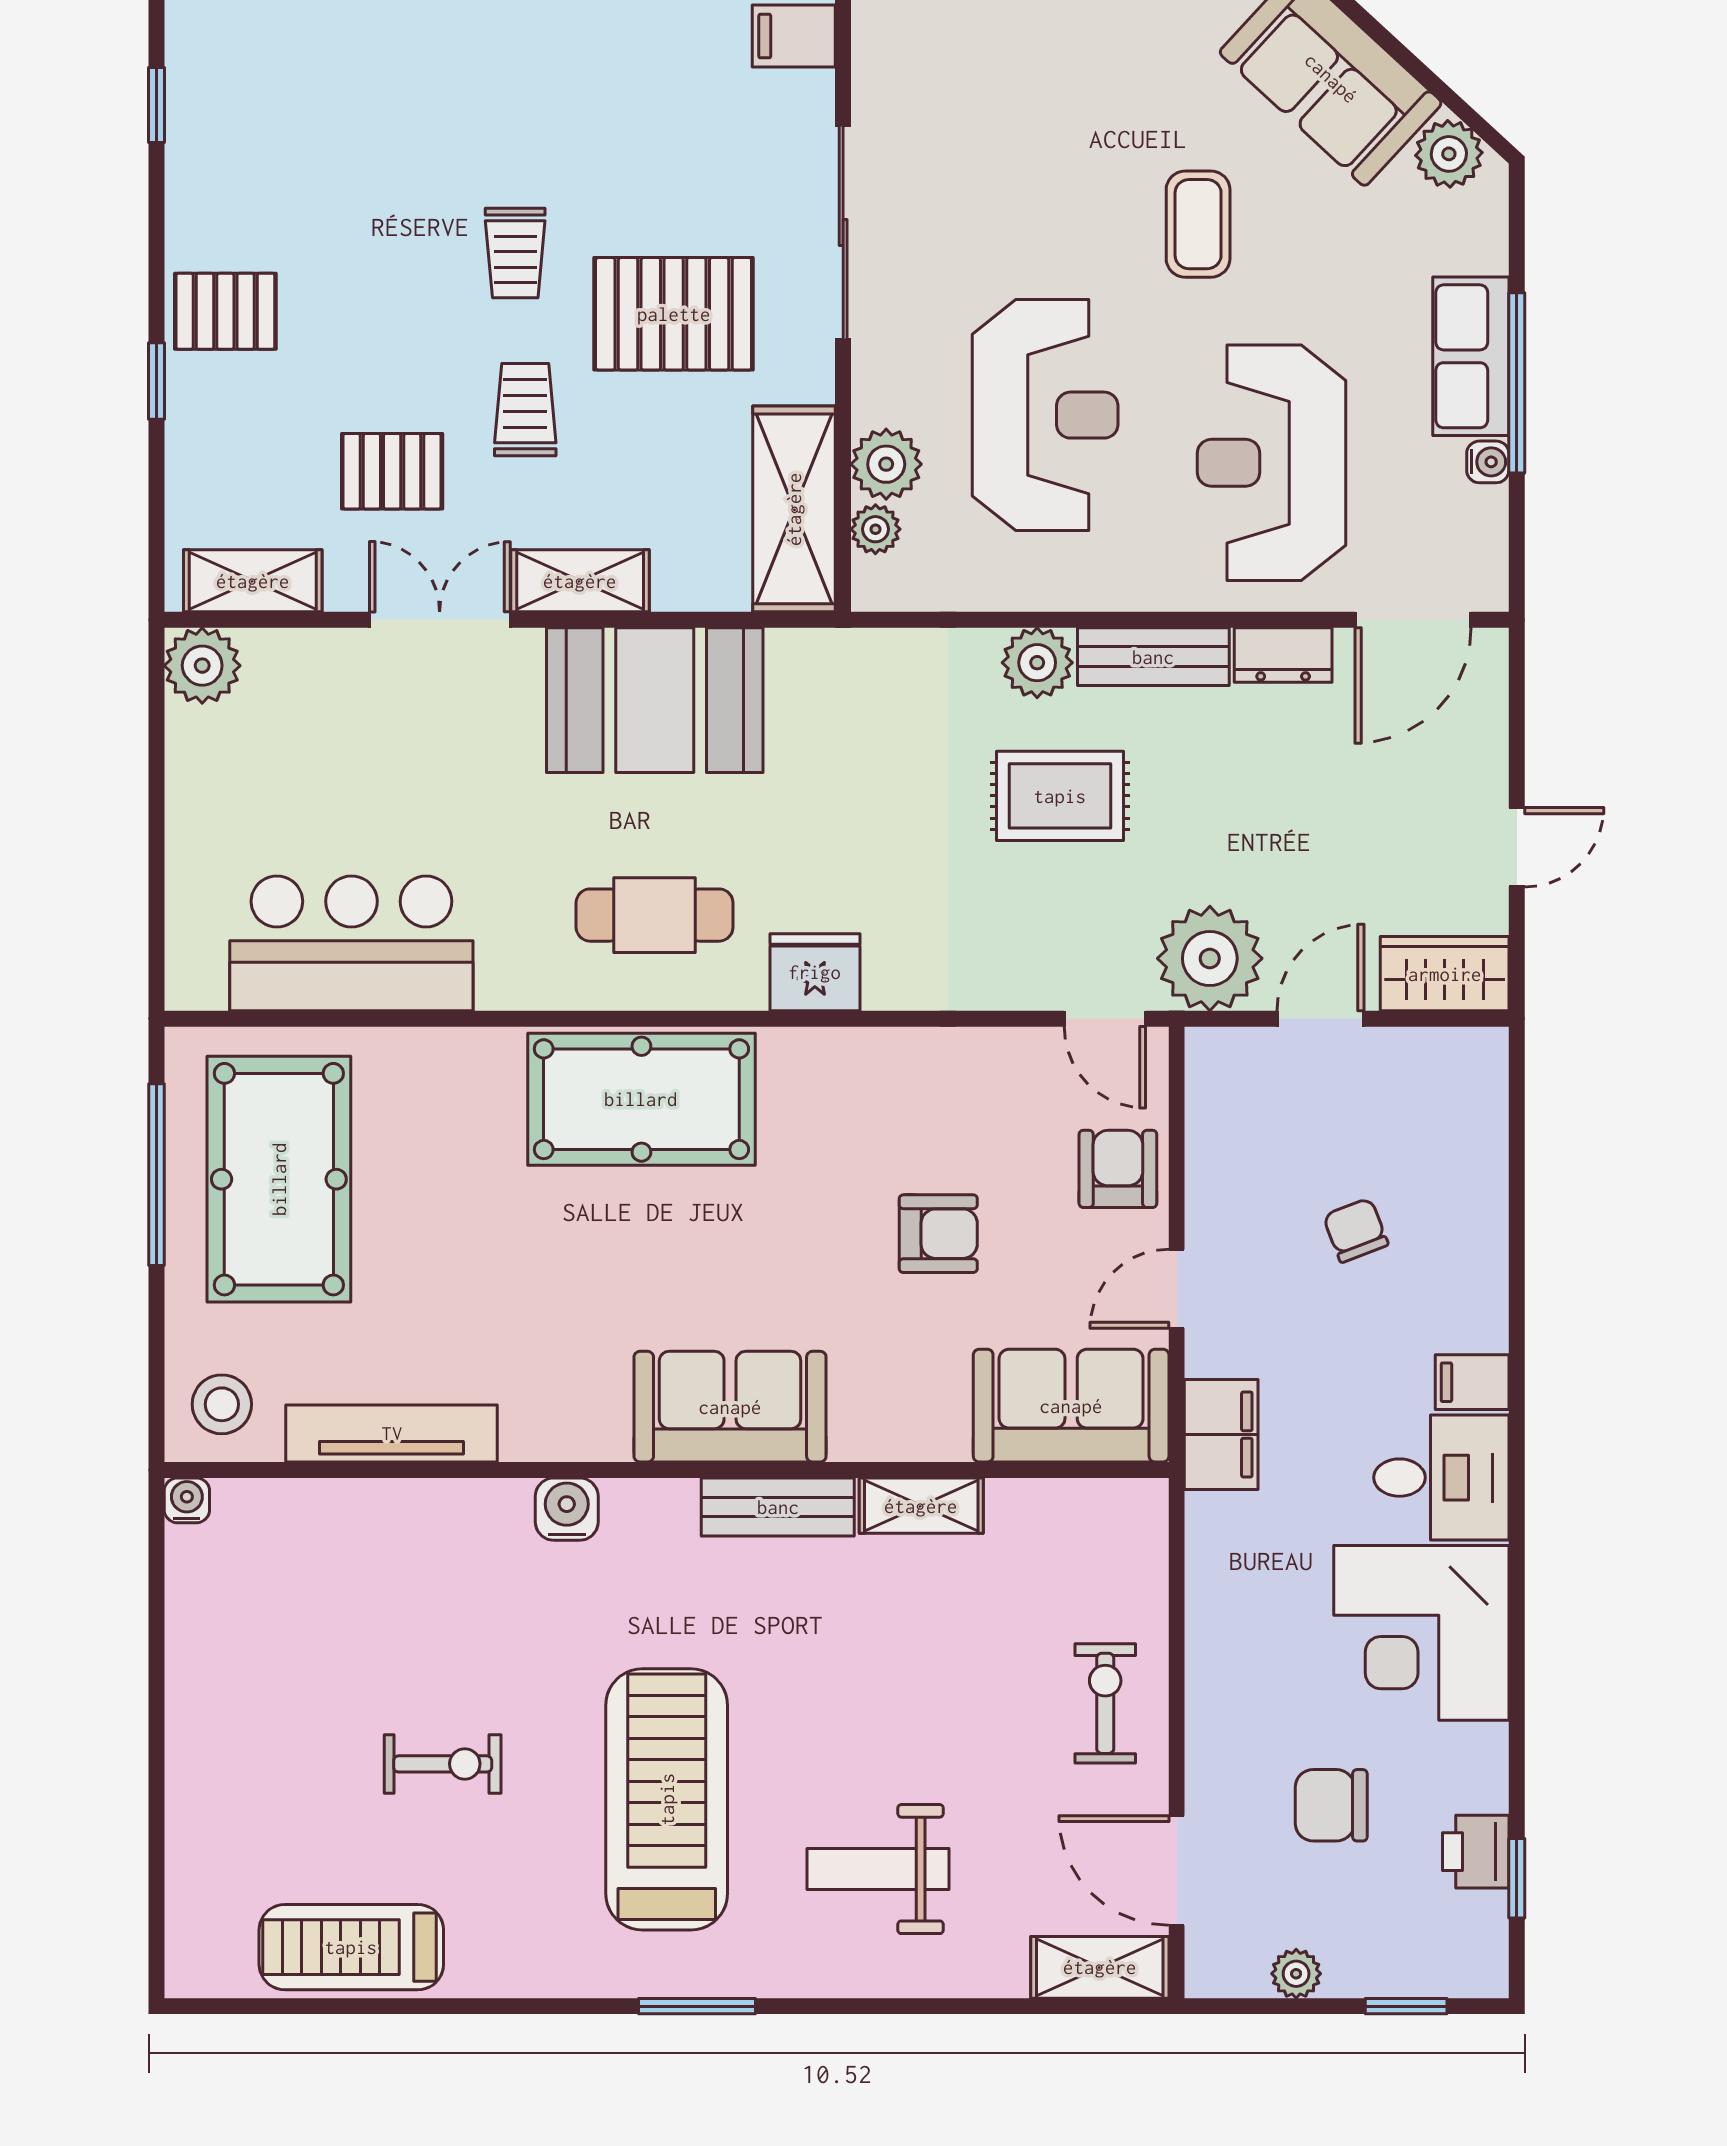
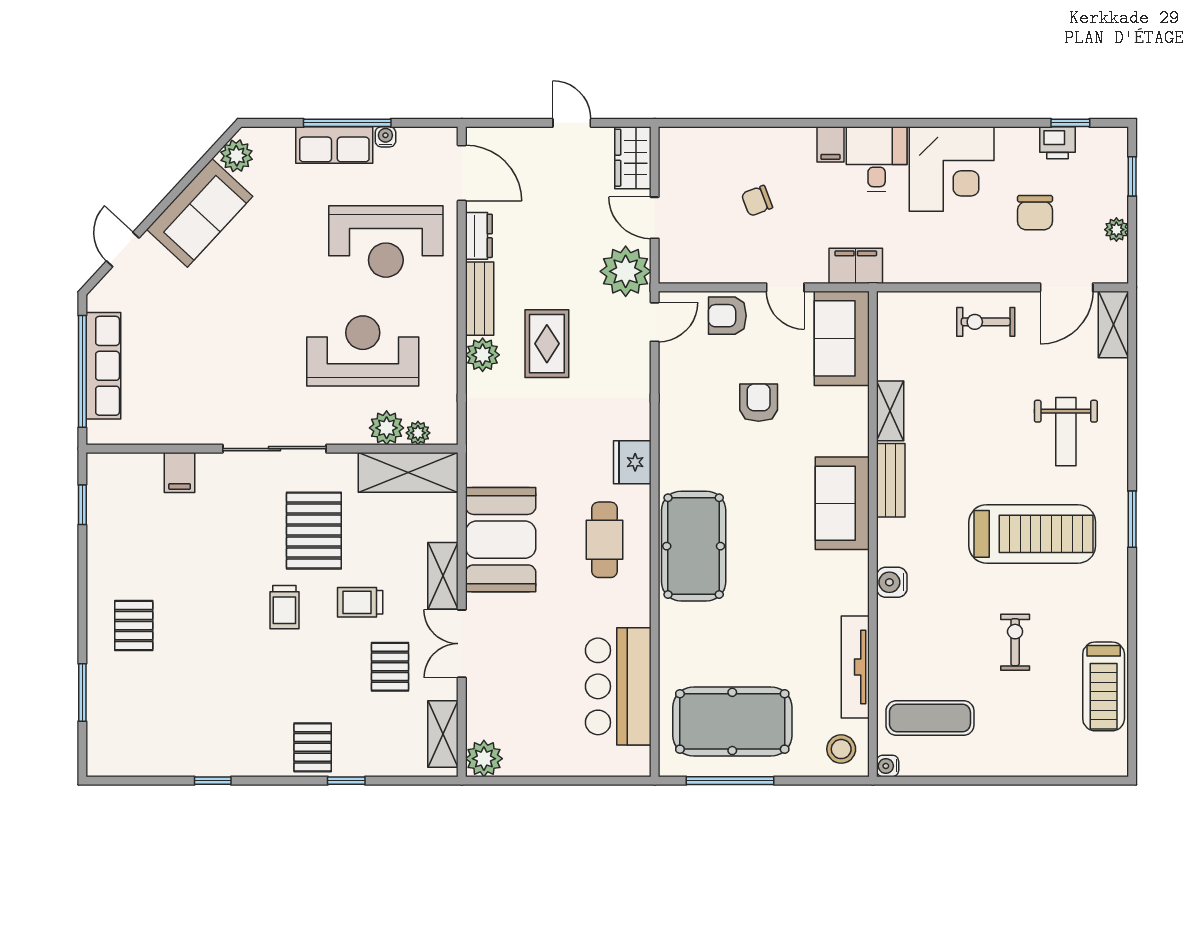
coffee table: (1198, 224) -> (270, 277), removed
trolley: (515, 253) -> (284, 607), turned 90
exercise mat: (286, 1588) -> (930, 718), added
treadmill: (667, 1799) -> (1032, 534), turned 180

